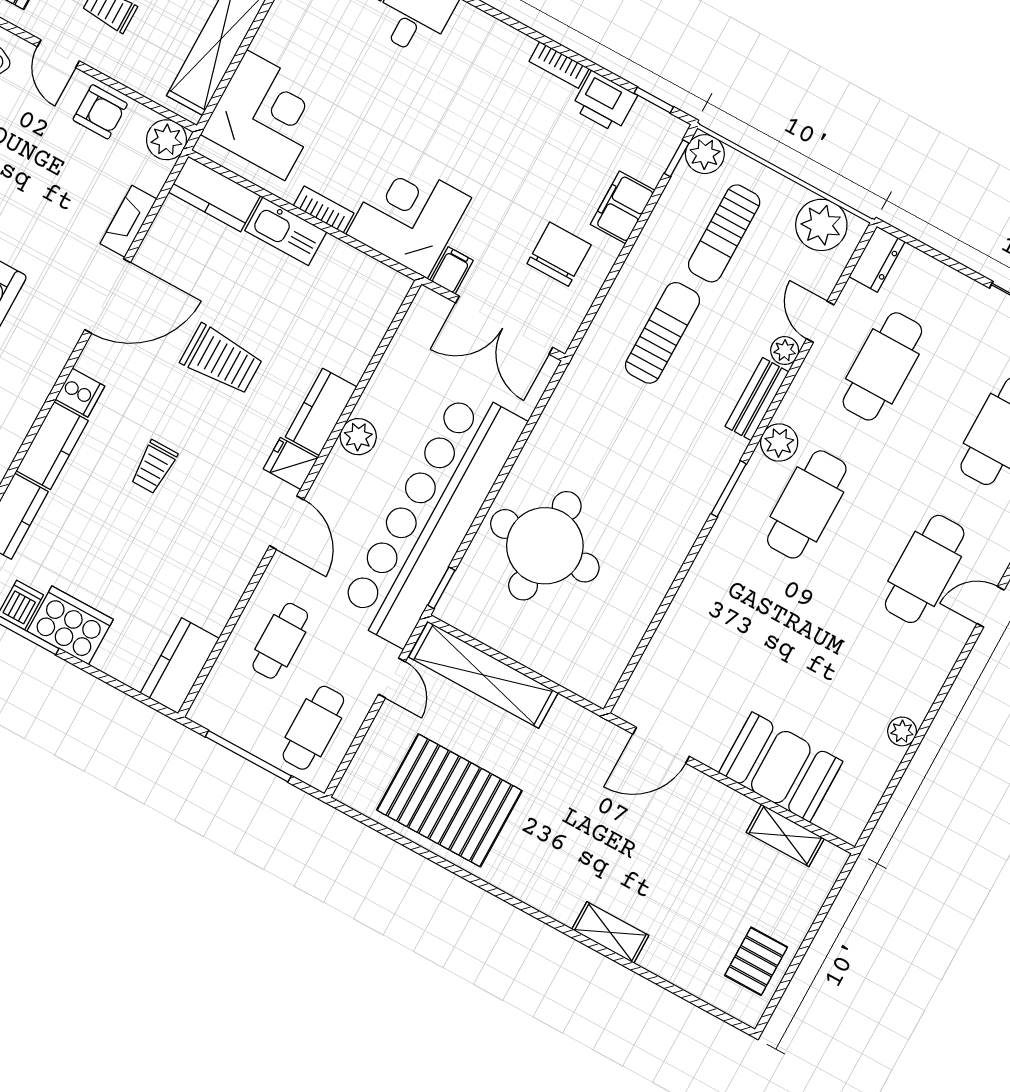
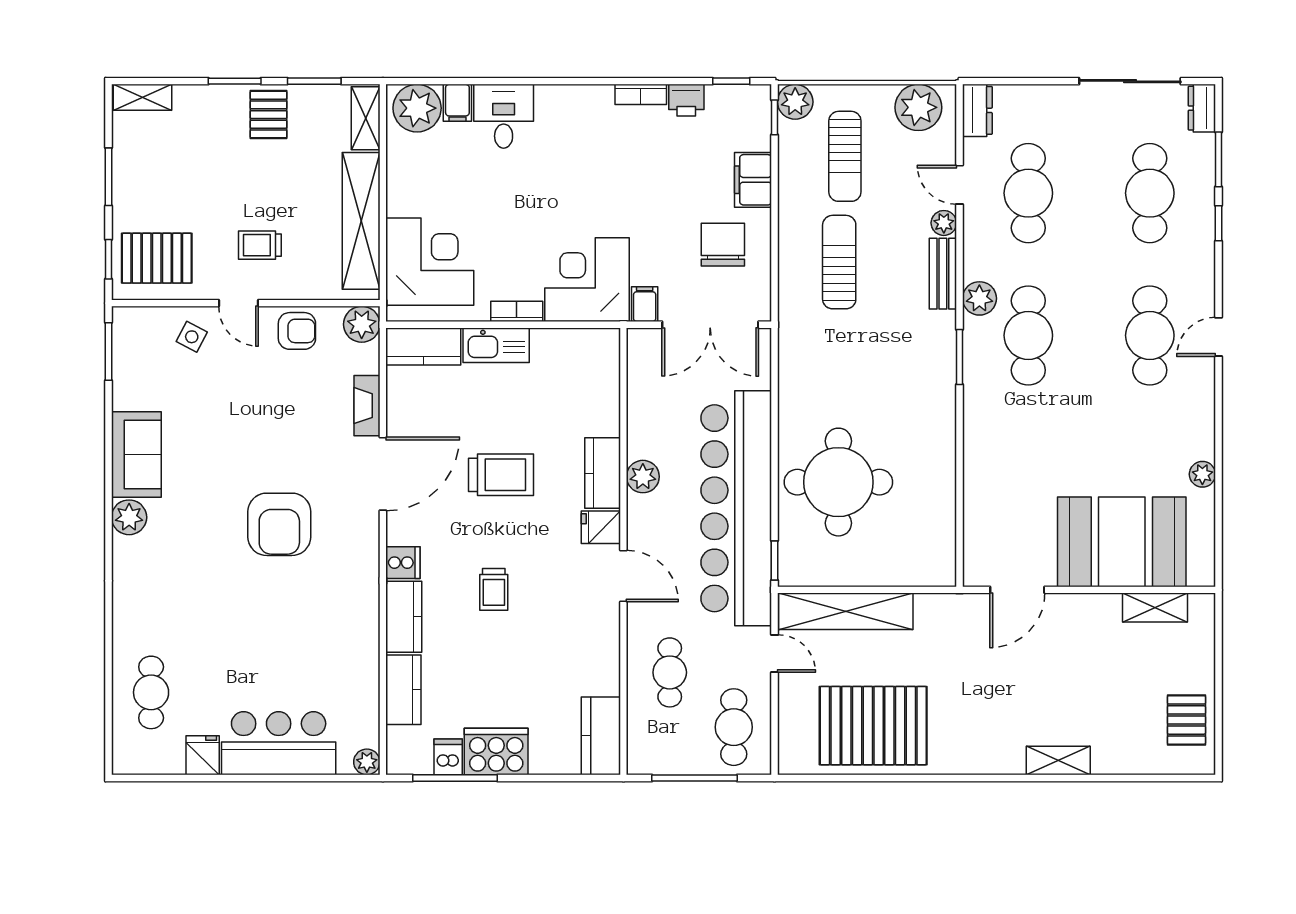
printer: (604, 102) -> (686, 100), width x0.73, depth x0.81
booth: (781, 767) -> (1122, 542), width x1.36, depth x1.42

